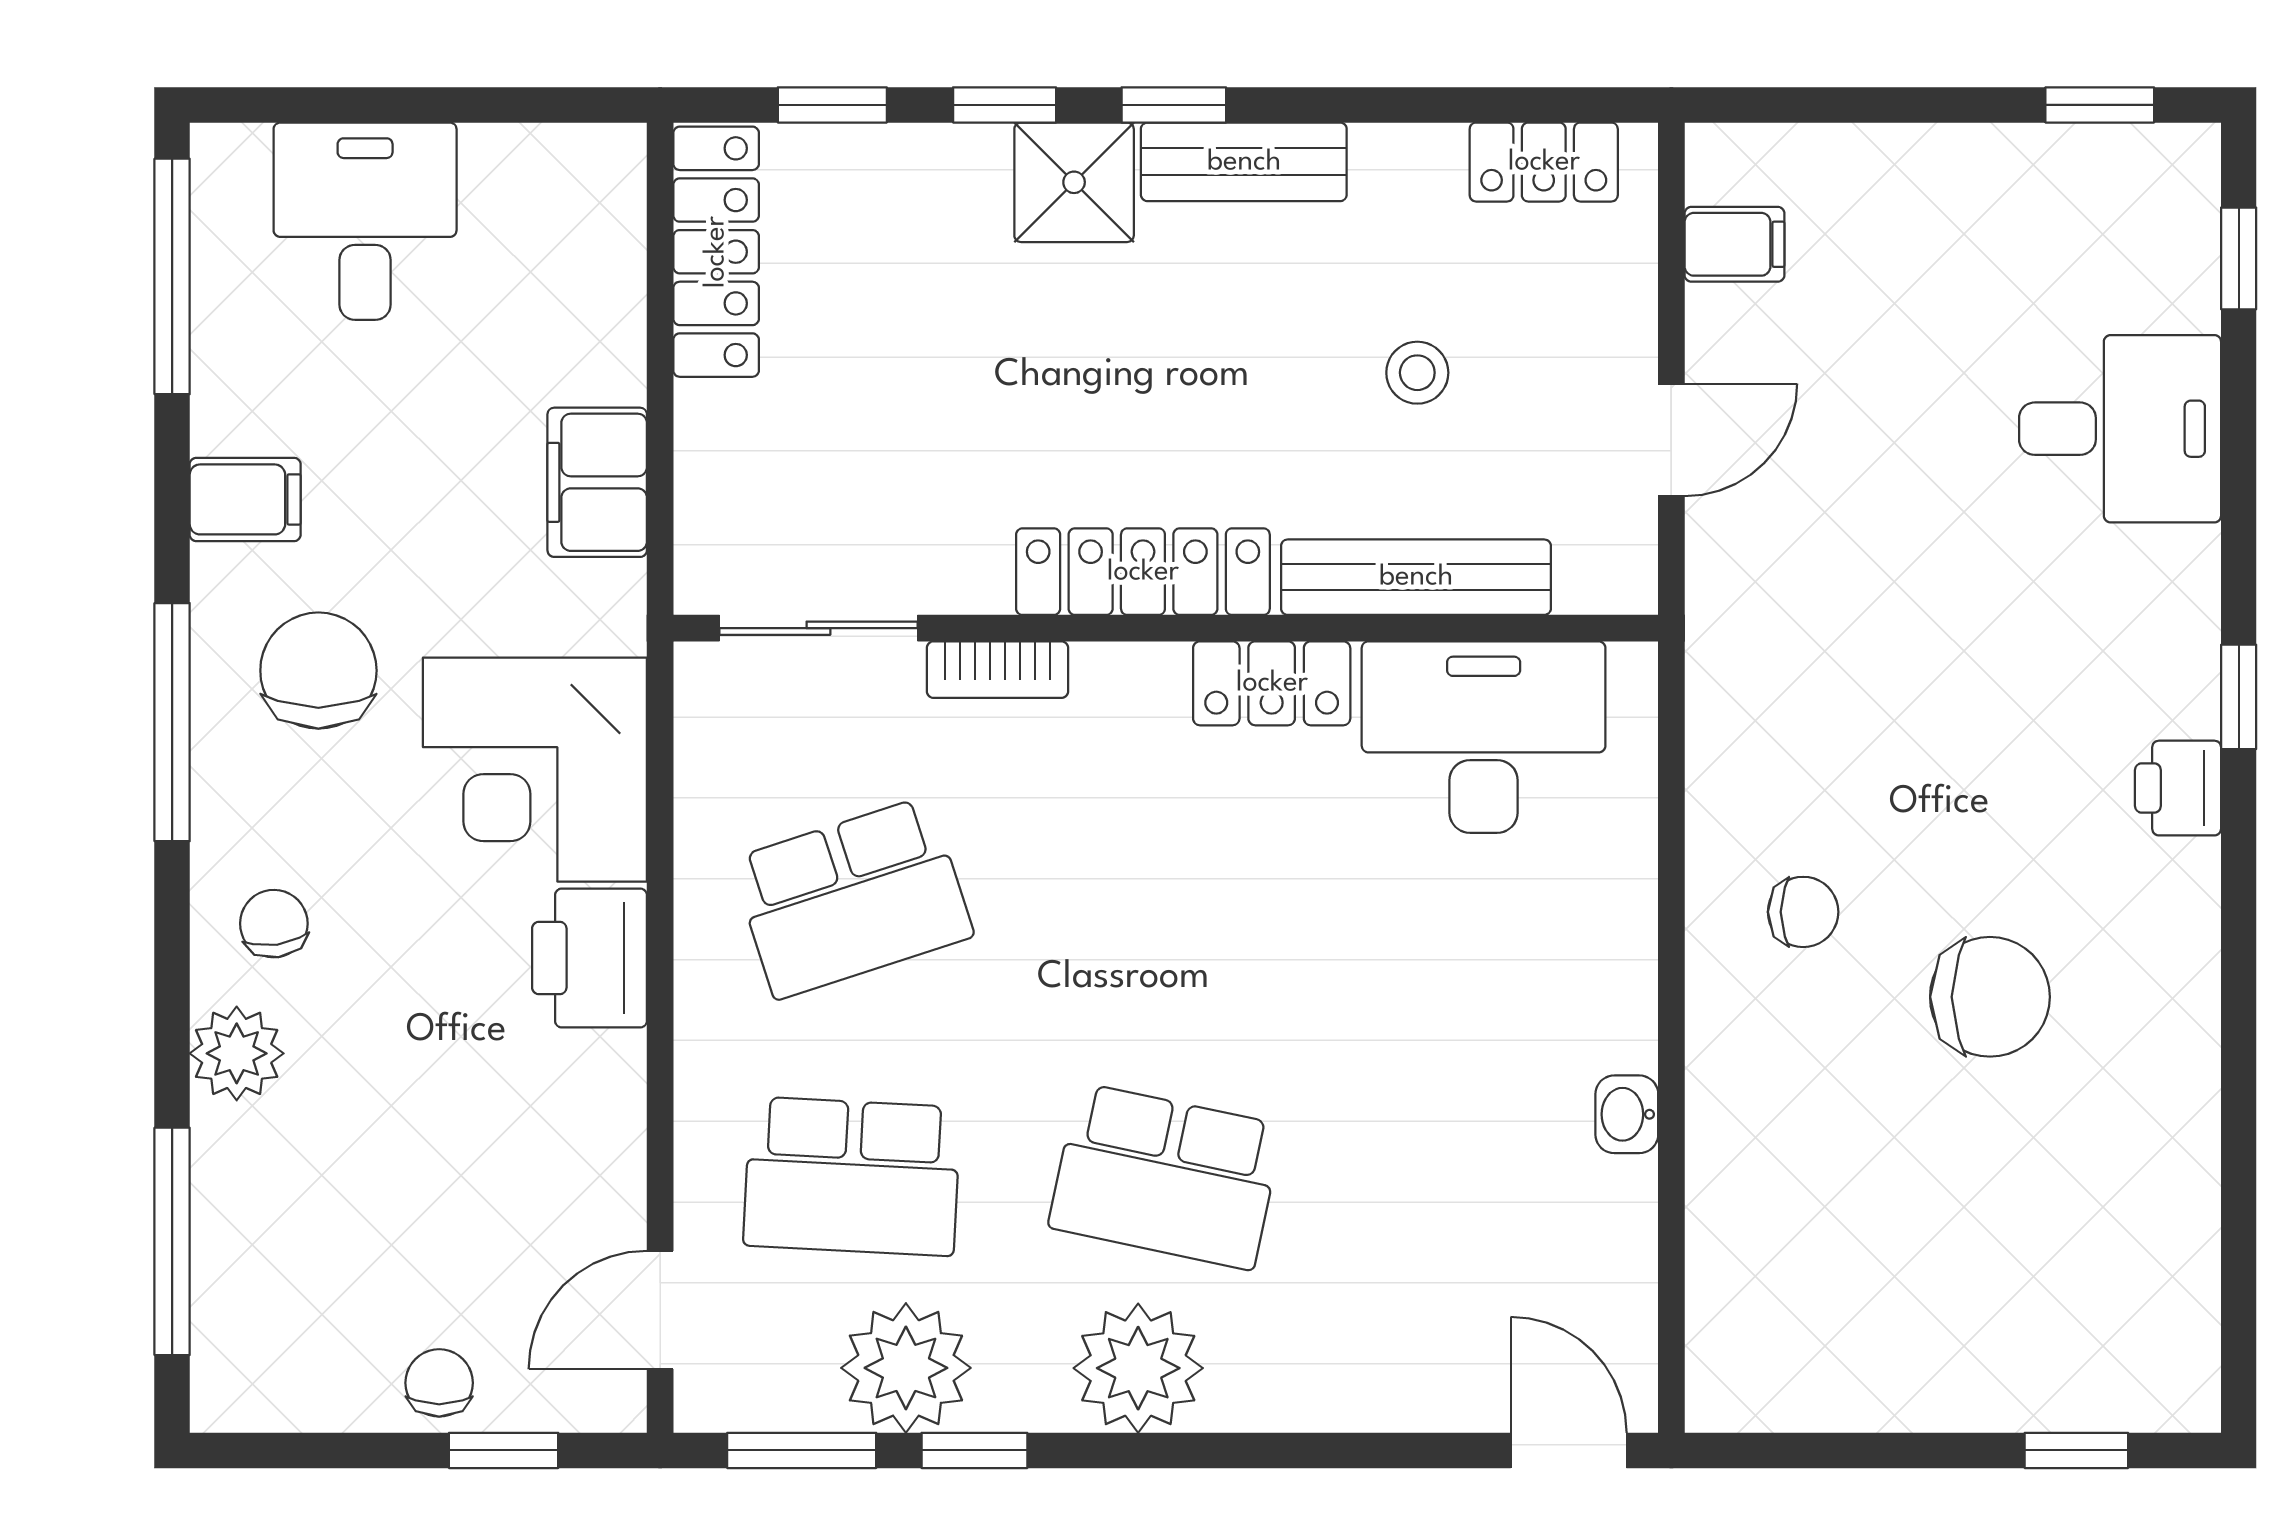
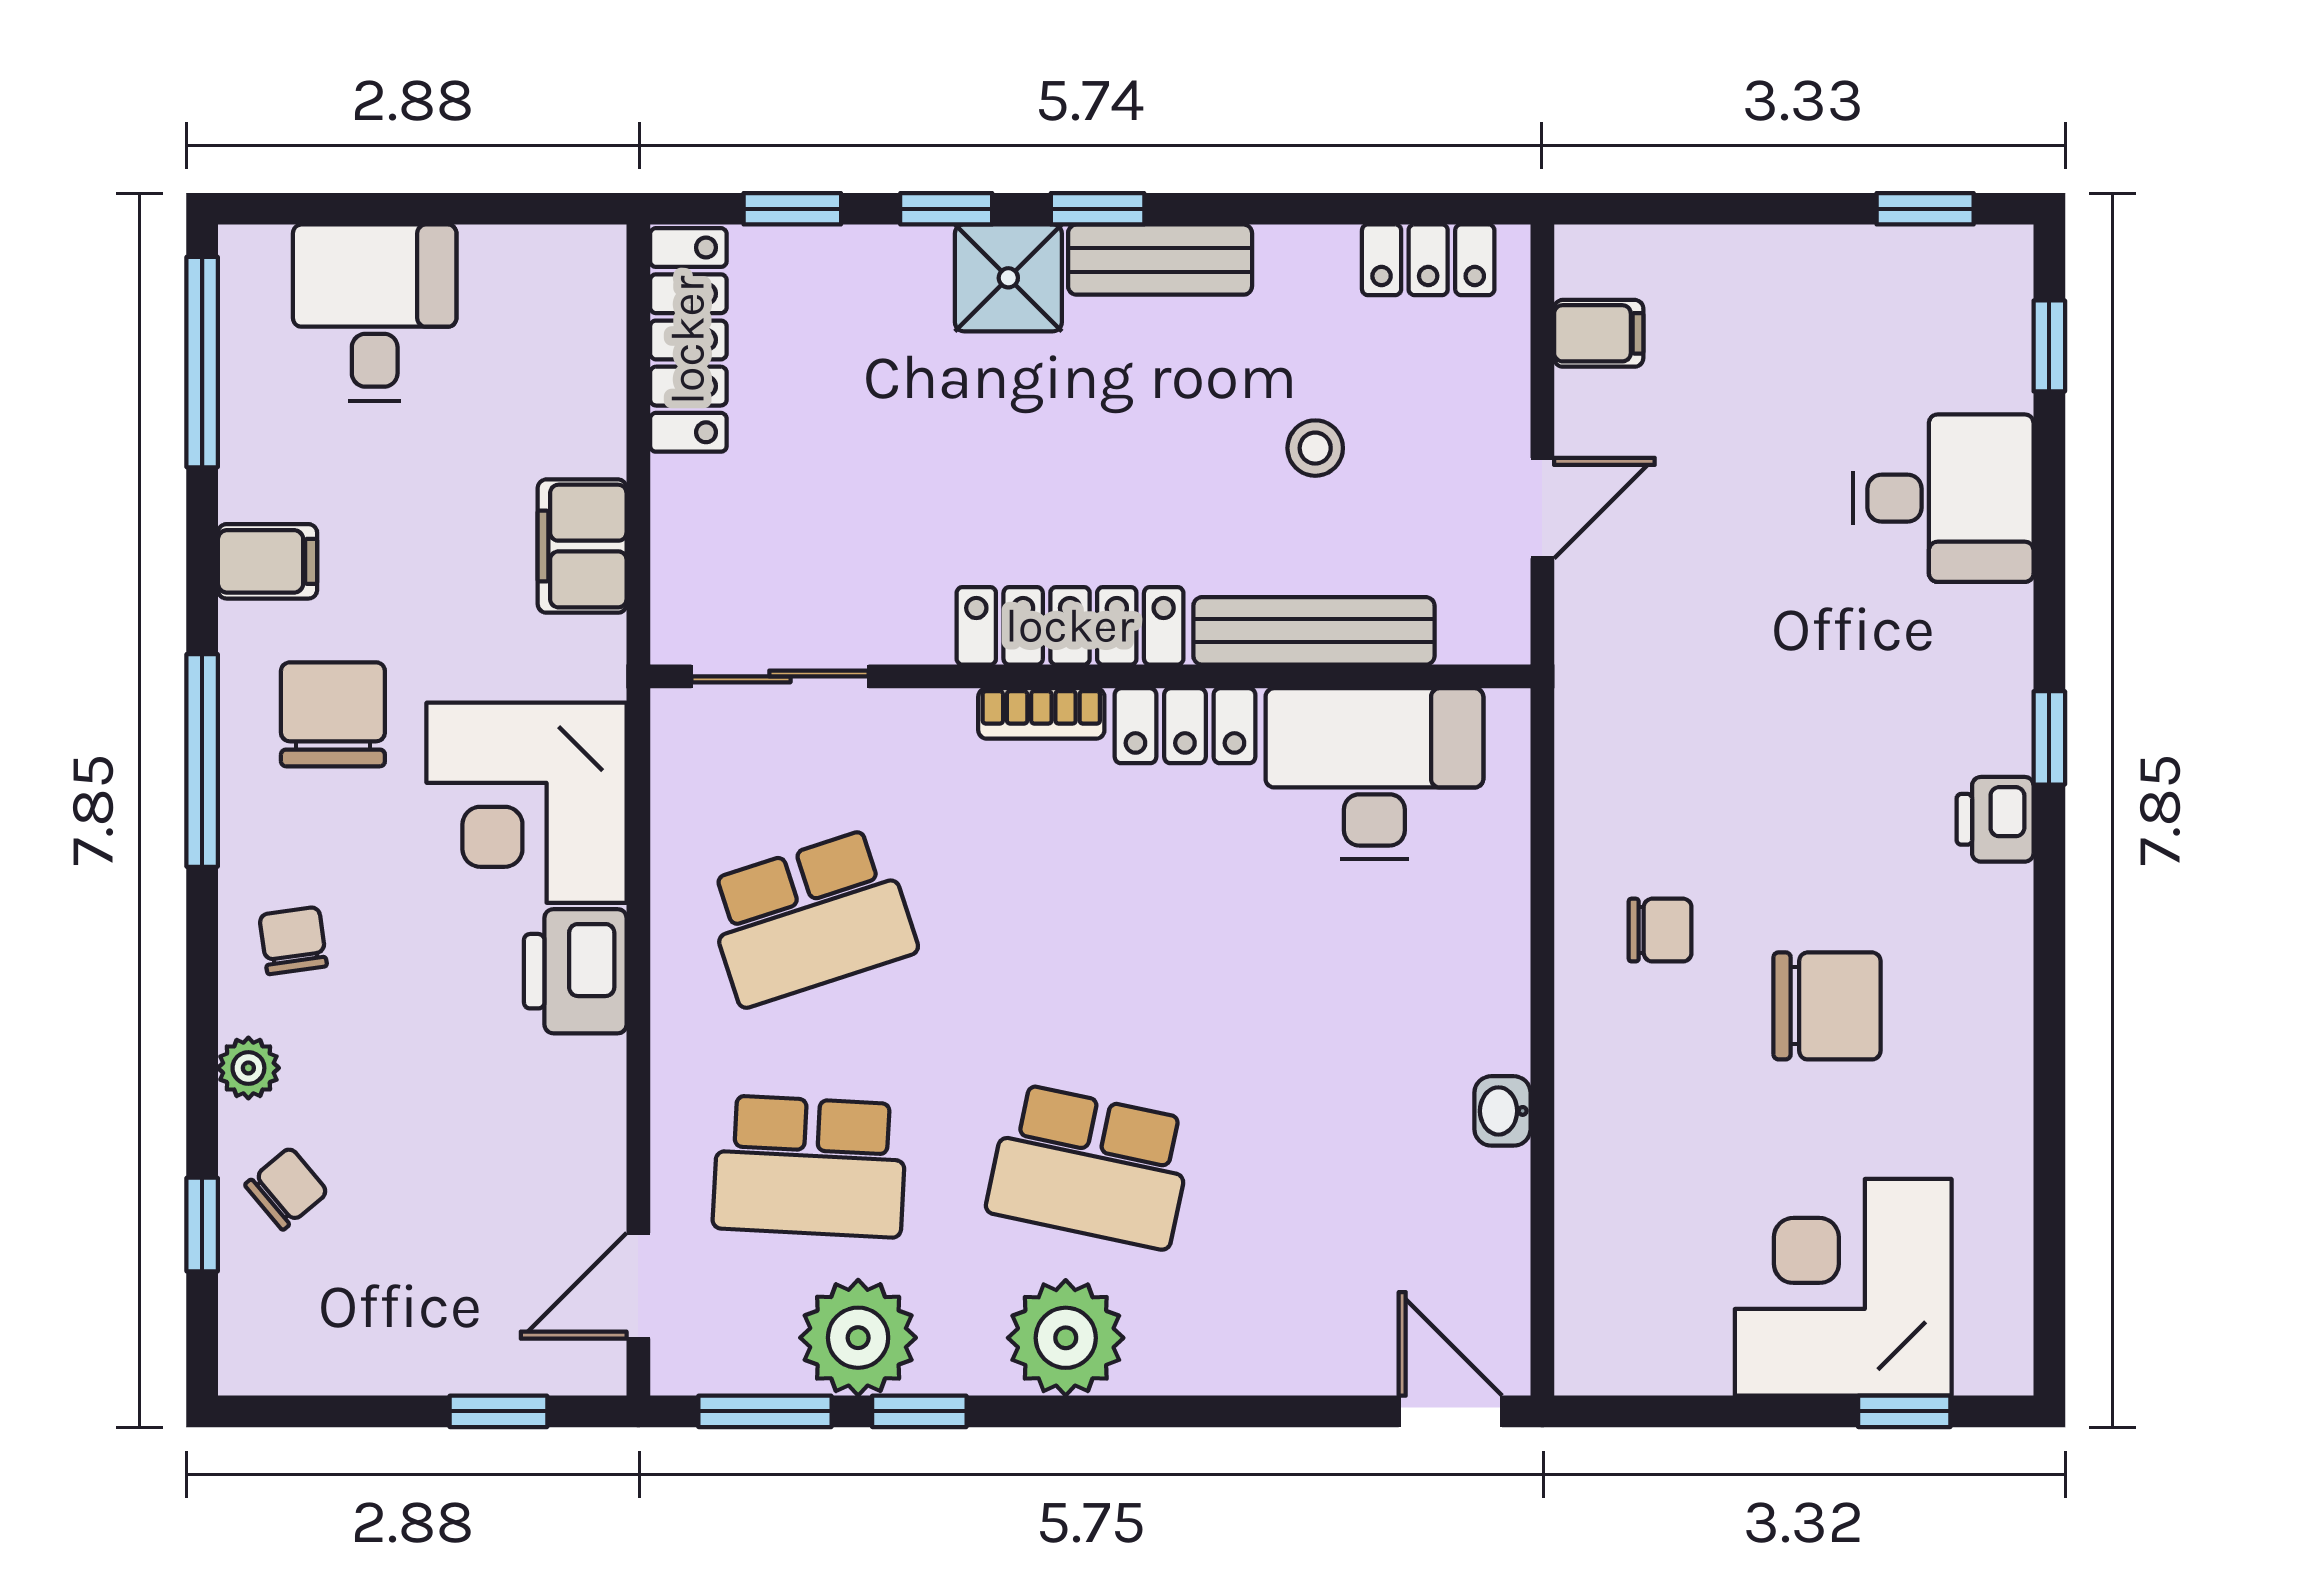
bookcase: (997, 670) -> (1041, 713), moved
plant: (237, 1053) -> (248, 1068), width x0.73, depth x0.73
window: (172, 1241) -> (202, 1225), width x0.46
corner desk: (2008, 1312) -> (1843, 1287), added
chair: (439, 1383) -> (286, 1188), moved, turned 50

